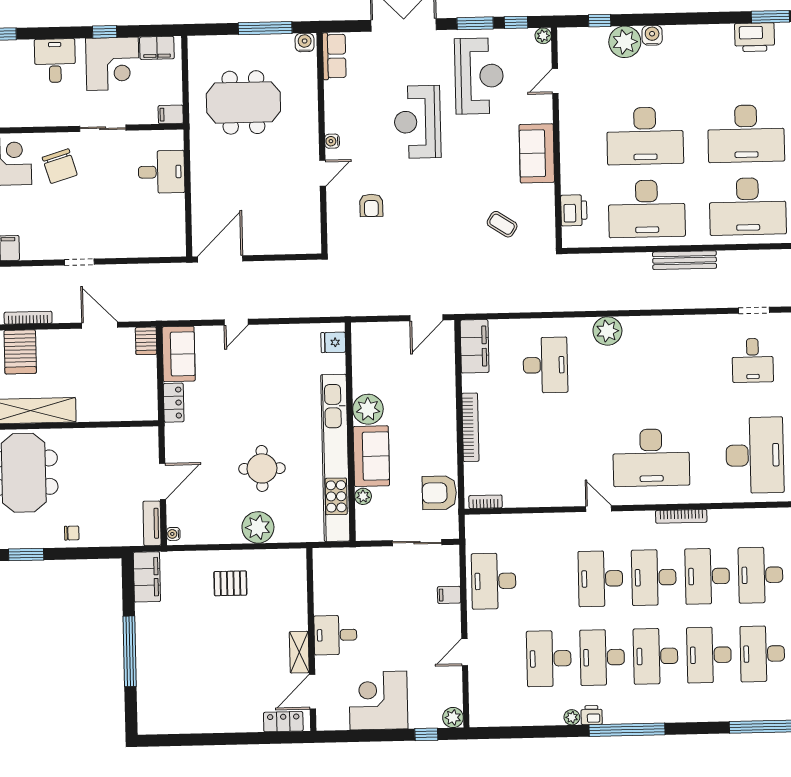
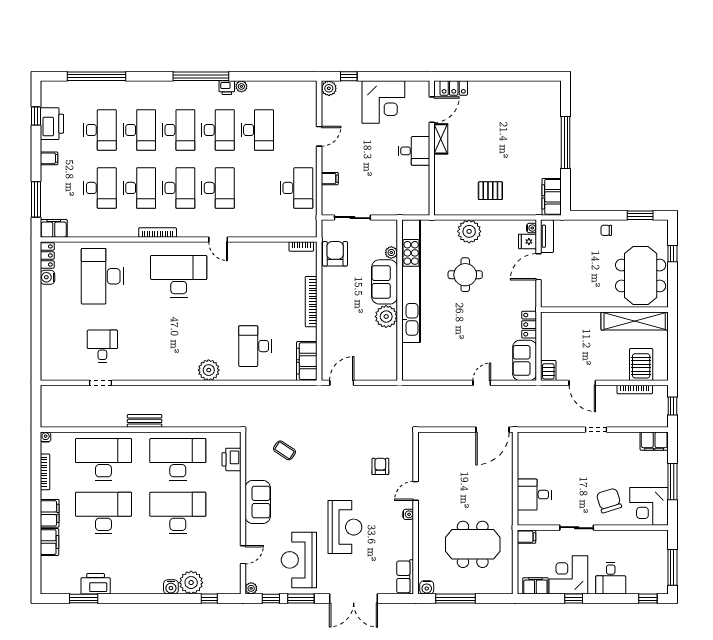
bench: (685, 260) -> (145, 421), width x0.73
fridge: (333, 342) -> (527, 241), moved, turned 180
armchair: (439, 493) -> (335, 254), turned -90

